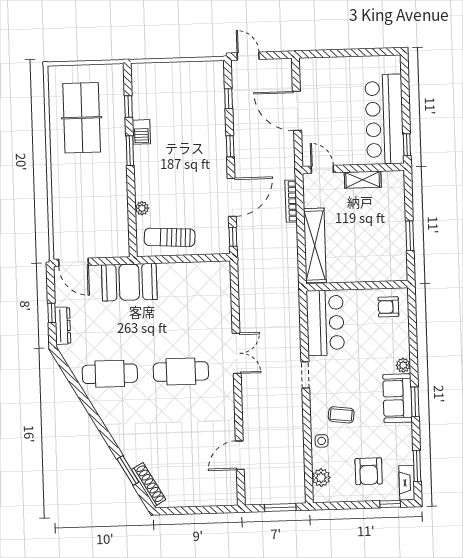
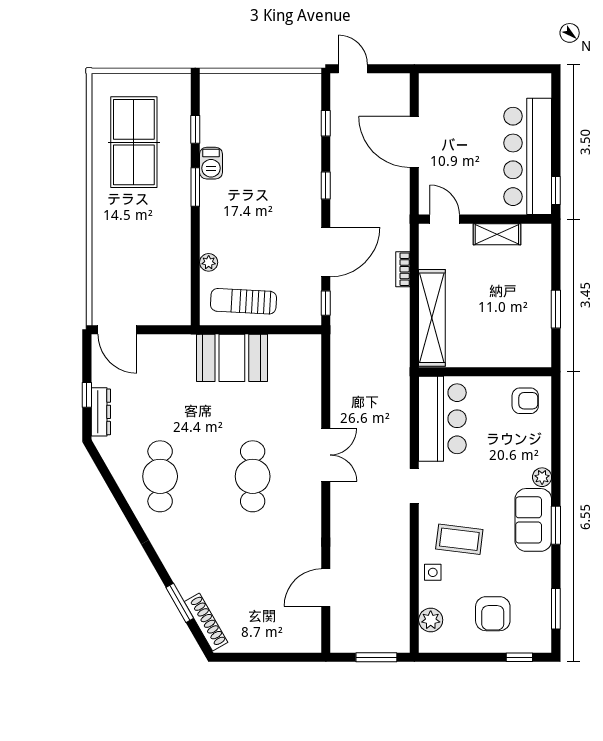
bookcase: (291, 201) -> (403, 269), width x0.64
booth: (129, 282) -> (232, 358), moved
armchair: (388, 307) -> (525, 401), turned 180
cafe table: (181, 372) -> (253, 476), turned 90
cafe table: (110, 374) -> (160, 476), turned 90
coffee table: (341, 415) -> (459, 539), width x1.36, depth x1.30
fireplace: (407, 483) -> (542, 630), removed

